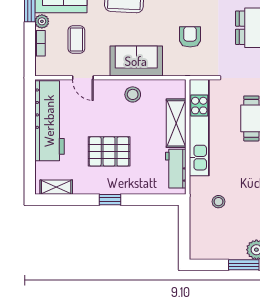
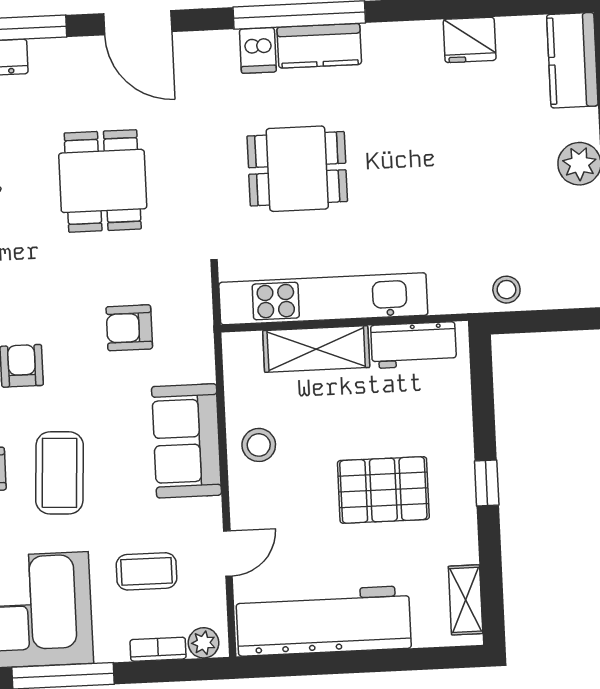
plant: (42, 21) -> (204, 643), moved
pallet: (109, 151) -> (383, 490), turned 90
stool: (218, 202) -> (506, 290), moved

